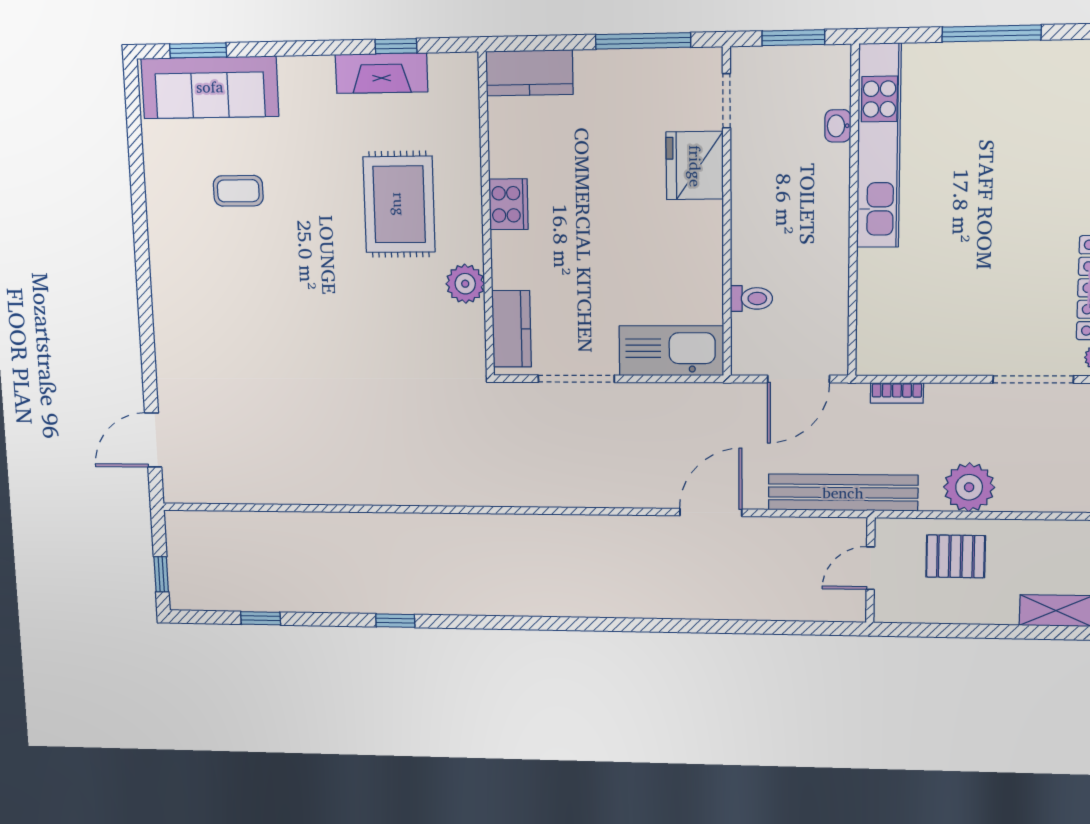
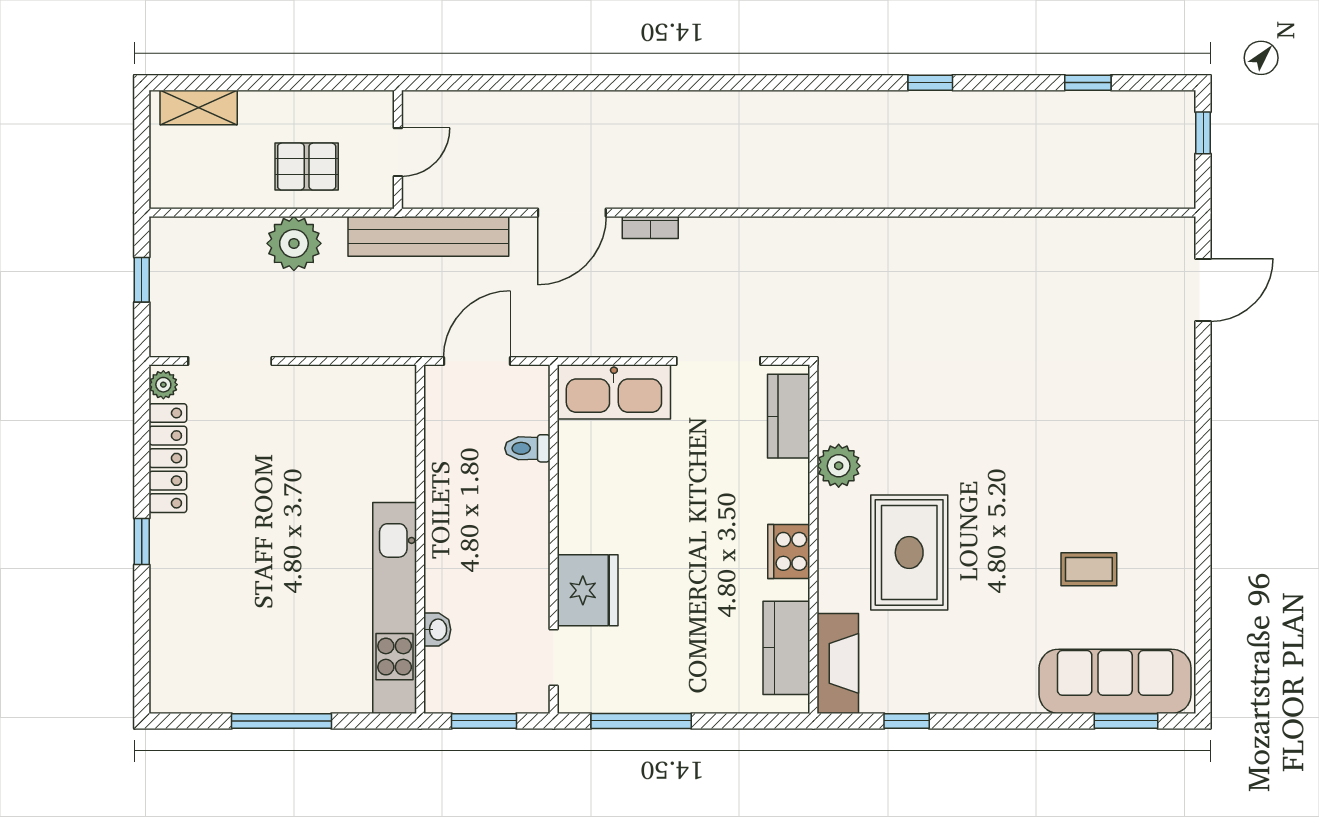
fireplace: (382, 73) -> (838, 663), moved, turned 90
kitchen counter: (529, 73) -> (786, 648), moved, turned -90
bookcase: (897, 393) -> (650, 227), moved, turned 180

